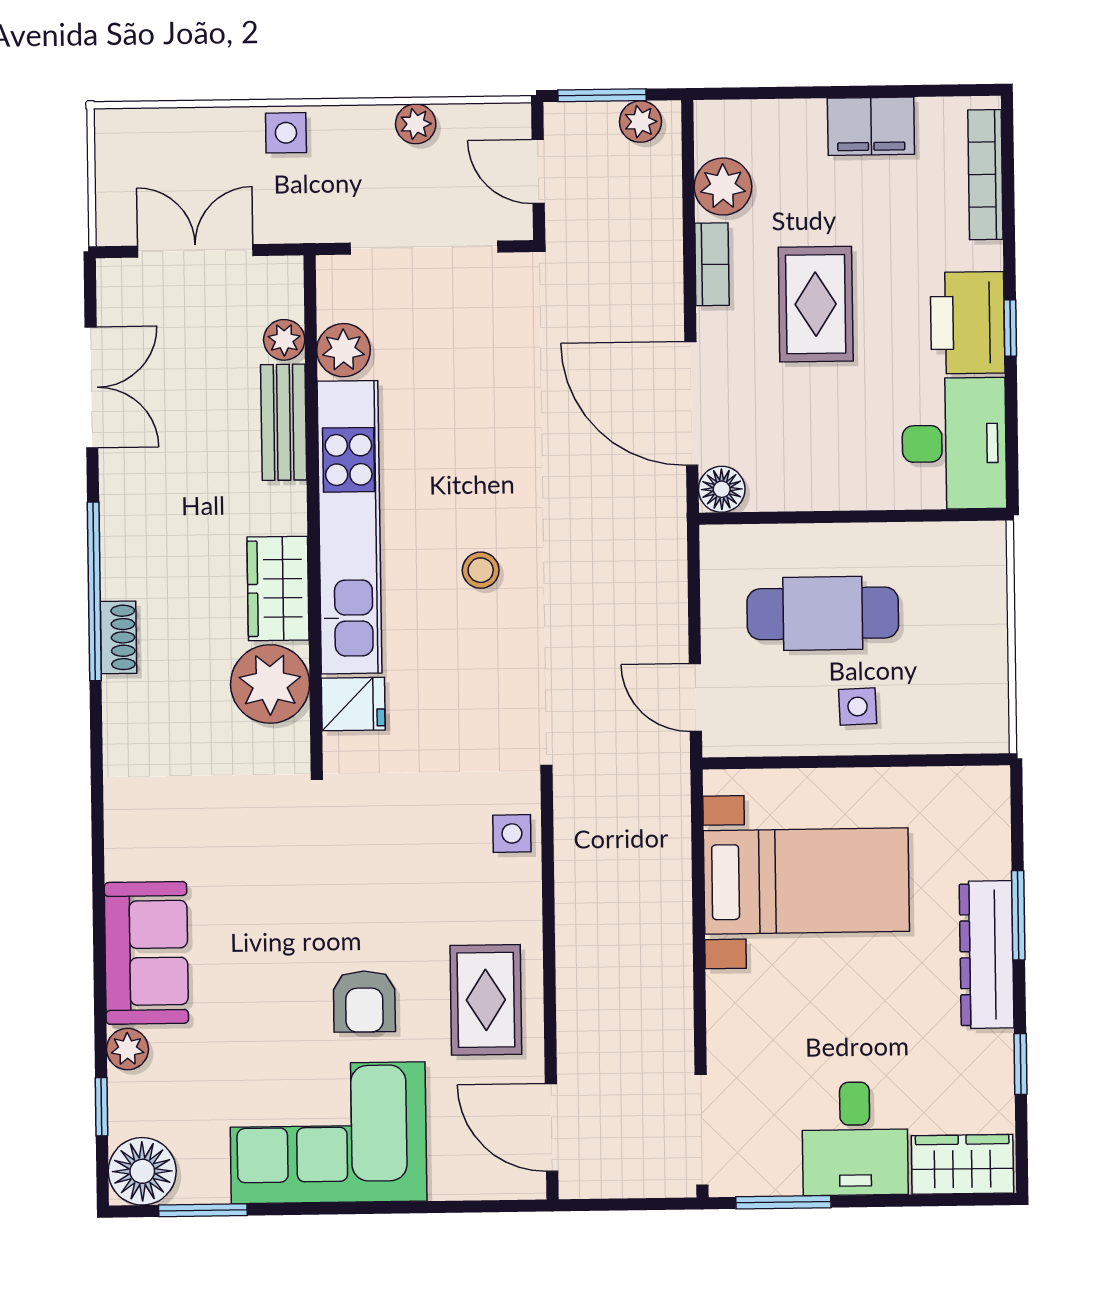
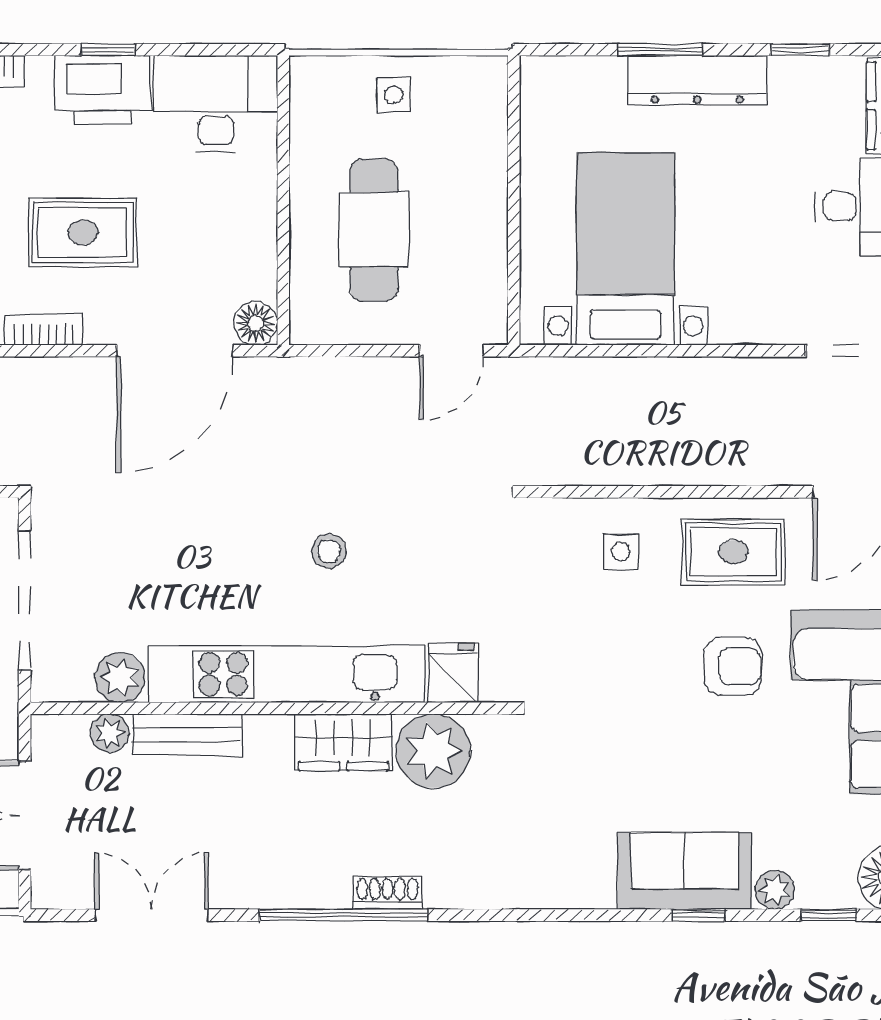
side table: (858, 707) -> (393, 95), moved
side table: (512, 833) -> (621, 551), moved
window: (100, 968) -> (698, 915), added

